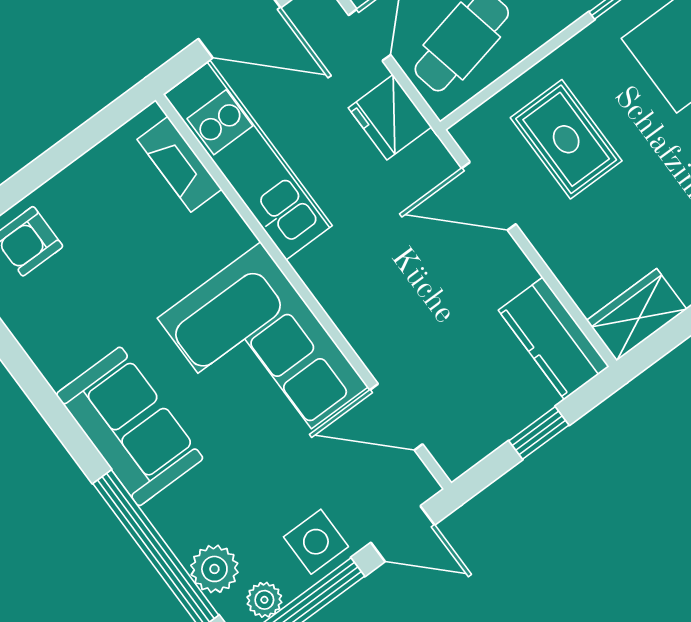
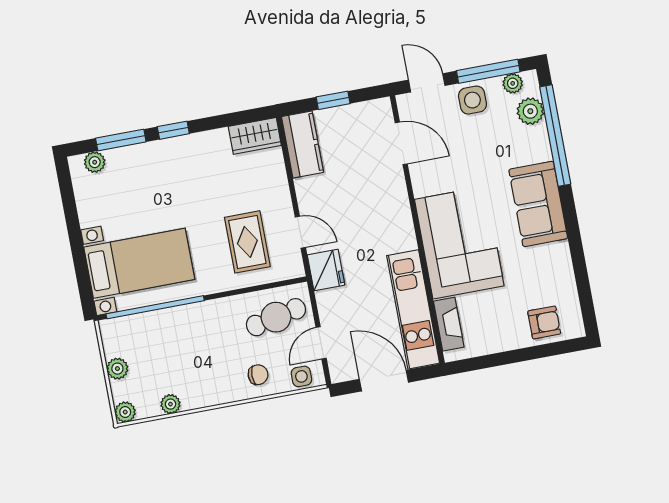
fridge: (390, 117) -> (326, 270), moved
door: (489, 196) -> (300, 232), width x0.73
corner sofa: (263, 353) -> (459, 243), moved

